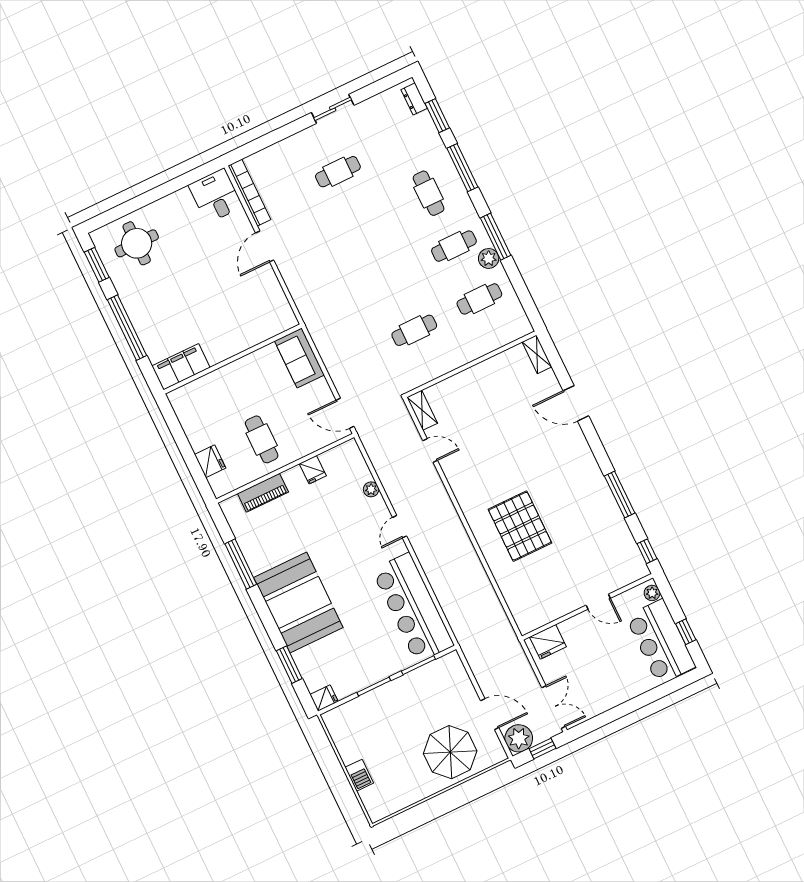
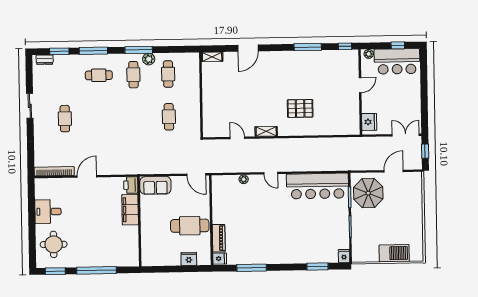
desk: (216, 196) -> (48, 212), moved
door: (265, 246) -> (87, 176), swing flipped
printer: (282, 320) -> (131, 185), added
filing cabinet: (181, 367) -> (130, 210), moved
shelving: (422, 410) -> (266, 131), moved
door: (345, 413) -> (196, 174), hinge flipped
cafe table: (262, 439) -> (190, 226), width x1.37, depth x1.35
door: (430, 450) -> (237, 138), hinge flipped
fridge: (313, 470) -> (220, 259), moved
pallet: (520, 526) -> (300, 108), width x0.73, depth x0.71
booth: (298, 602) -> (286, 246), removed
plant: (519, 738) -> (414, 161), removed
parasol: (450, 752) -> (368, 193), moved
barbecue: (359, 775) -> (394, 253), width x1.88, depth x1.53

